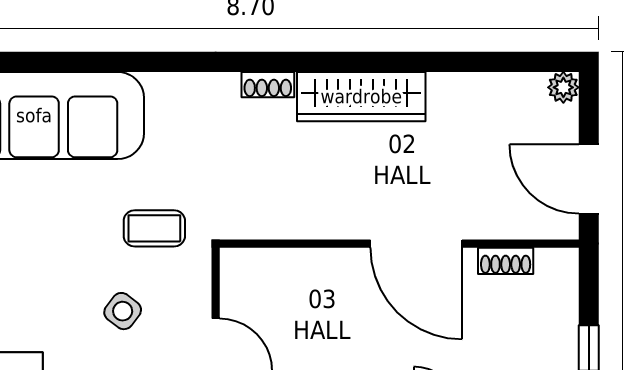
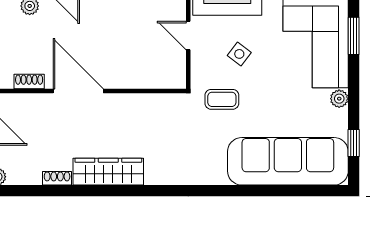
shoe rack: (268, 85) -> (57, 178), moved

